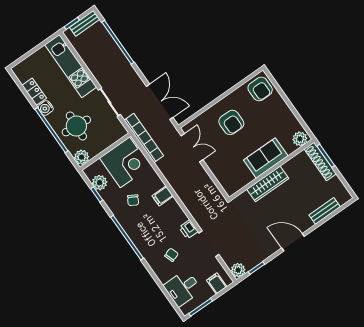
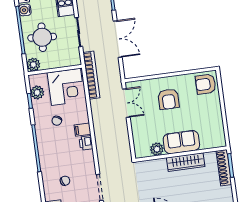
armchair: (260, 89) -> (206, 84), turned 90
double door: (160, 102) -> (118, 39), moved
plant: (300, 139) -> (157, 149), moved
wardrobe: (268, 184) -> (186, 162), moved
printer: (189, 229) -> (86, 143), moved

